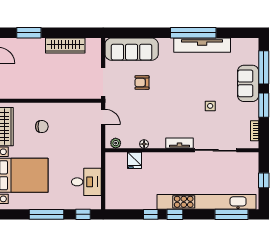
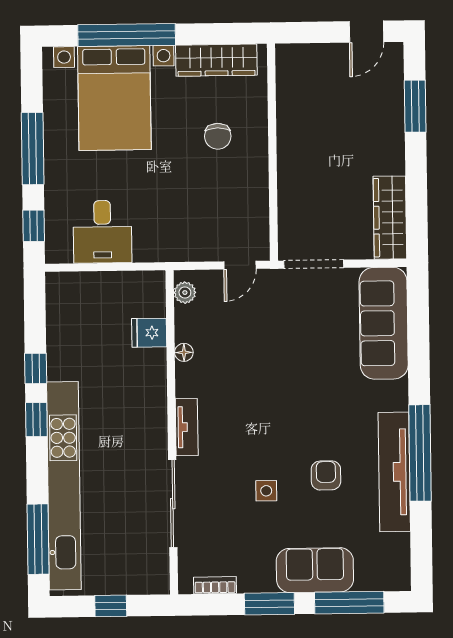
wardrobe: (65, 46) -> (390, 218), moved
armchair: (142, 83) -> (326, 475), moved

